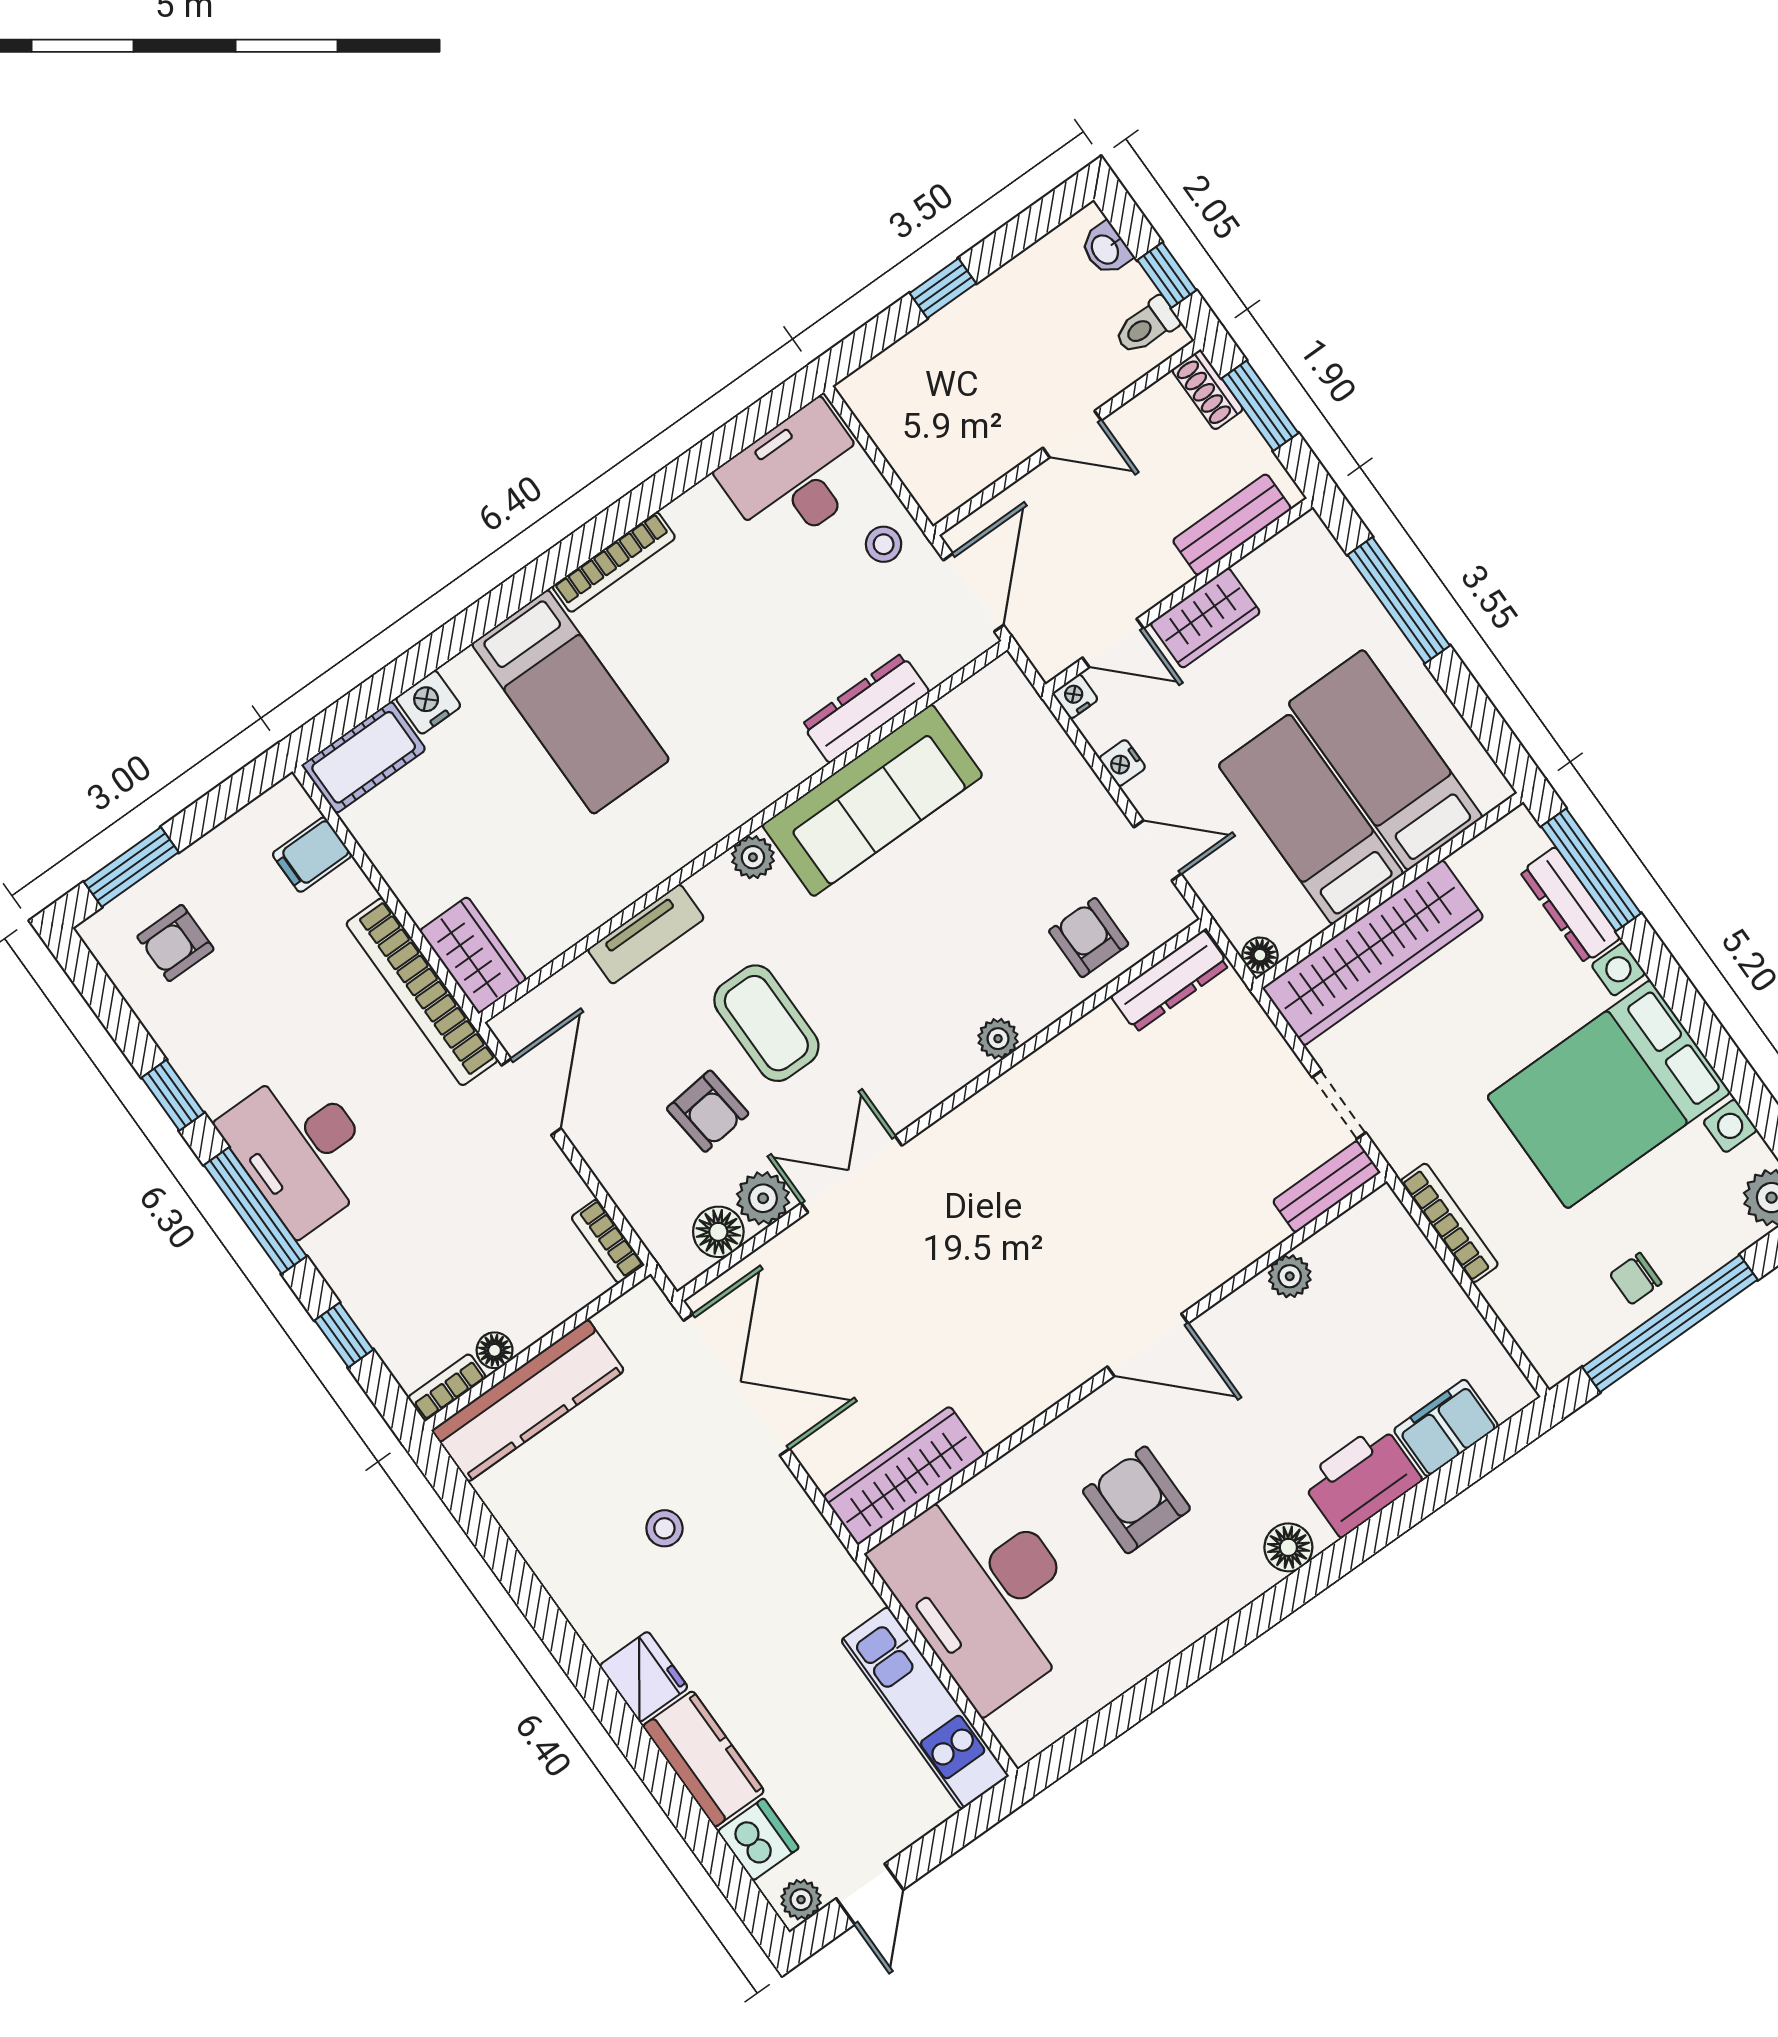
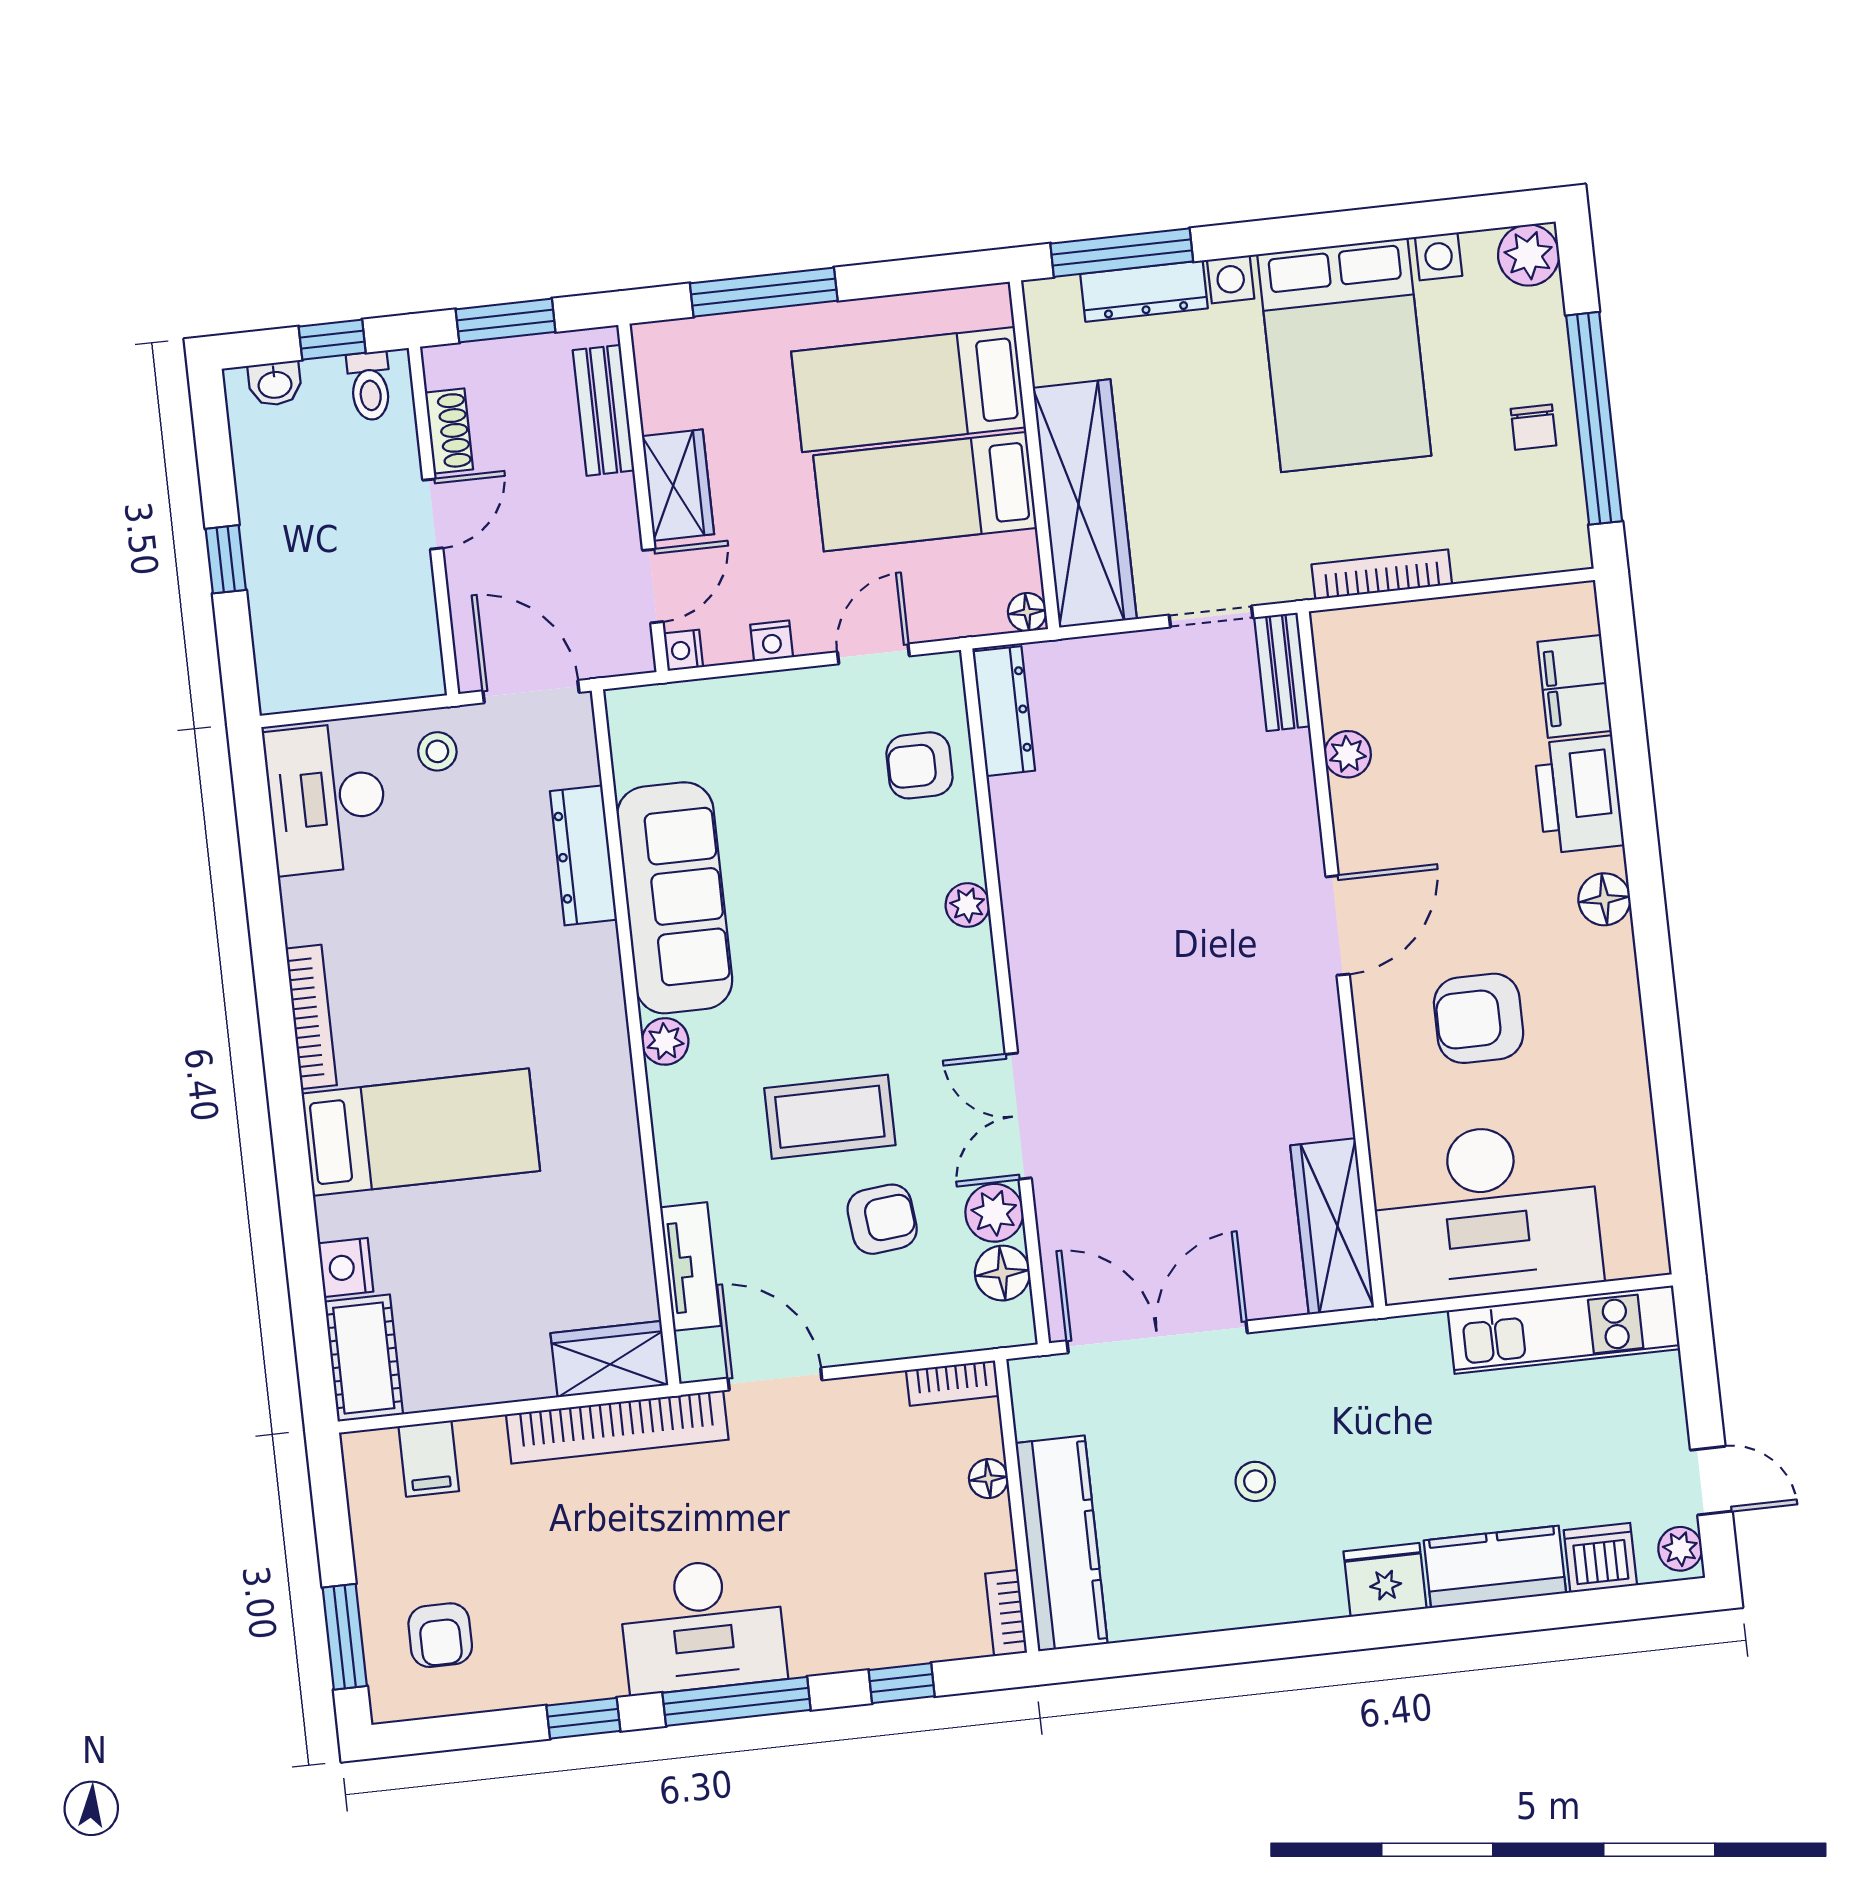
shoe rack: (1207, 390) -> (449, 431), moved, turned -90
tv unit: (646, 934) -> (690, 1267), moved
floor lamp: (495, 1350) -> (988, 1479), moved

